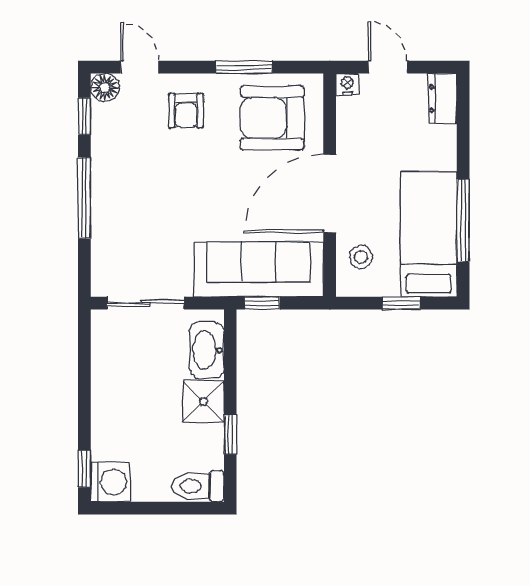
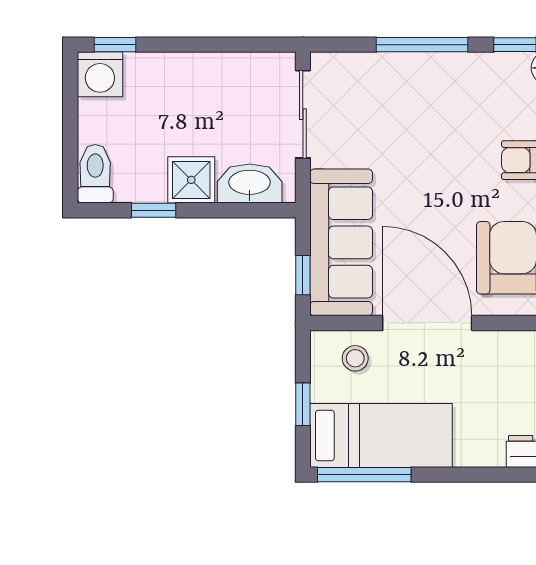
window: (463, 221) -> (364, 475), moved
window: (262, 303) -> (303, 275), moved

